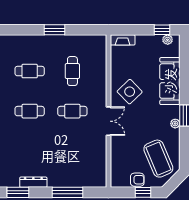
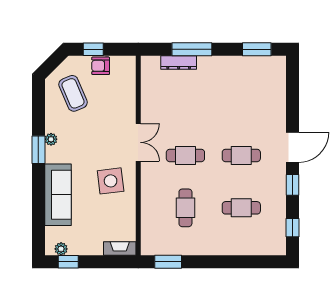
window: (55, 30) -> (168, 262), moved
side table: (130, 92) -> (111, 181), turned 37
double door: (108, 121) -> (138, 142), swing flipped
coffee table: (158, 159) -> (73, 93), width x0.73, depth x0.76
dresser: (33, 182) -> (179, 63), moved

